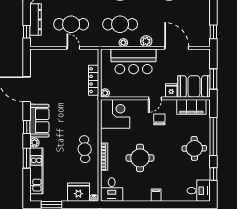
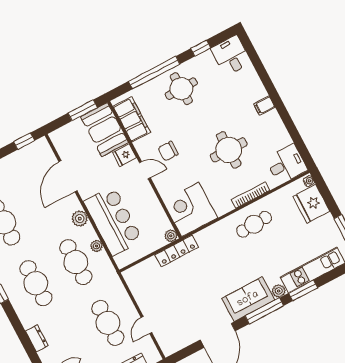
door: (73, 48) -> (146, 325), moved
locker: (94, 80) -> (177, 251), moved
window: (27, 127) -> (264, 311), width x2.17

